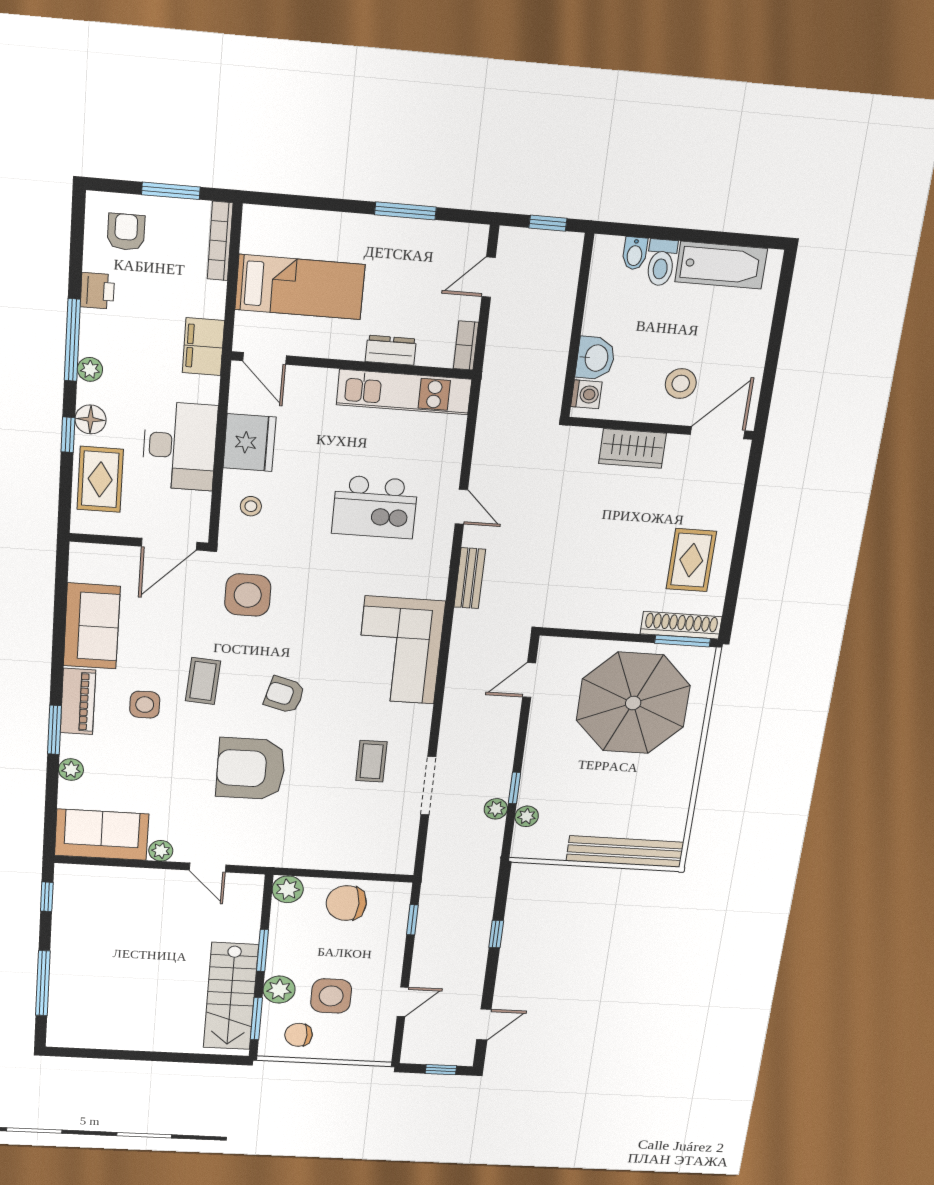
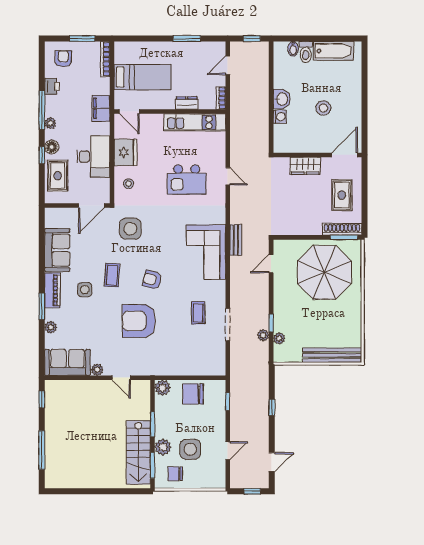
wall: (661, 428) -> (317, 155), moved
door: (718, 433) -> (345, 155), moved
wardrobe: (632, 448) -> (305, 166), moved
bench: (470, 578) -> (236, 240), moved

